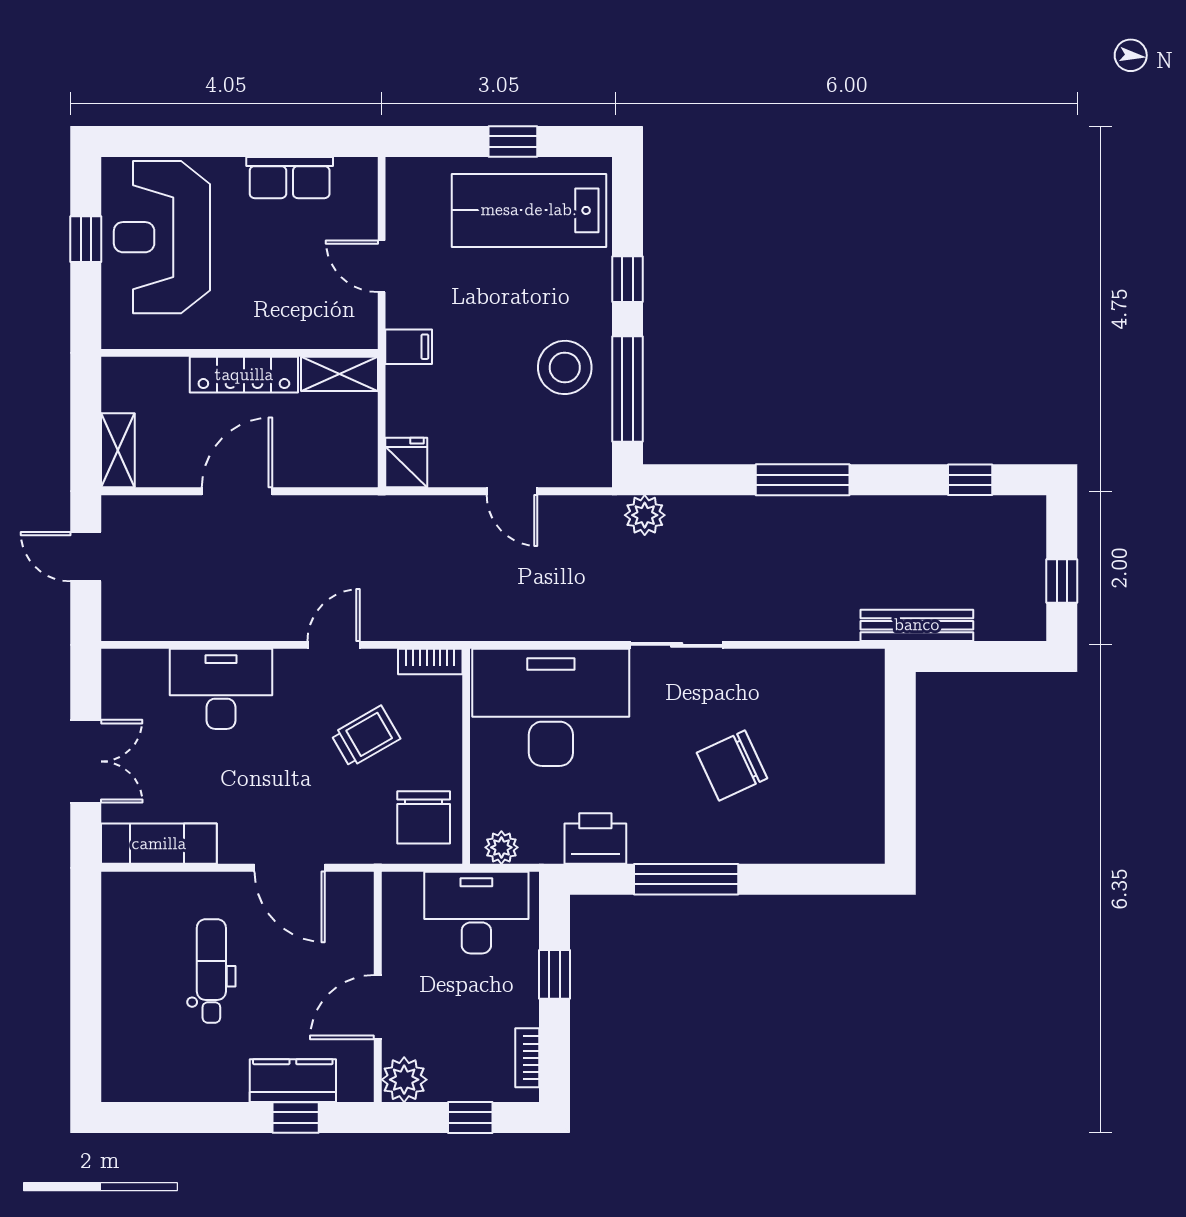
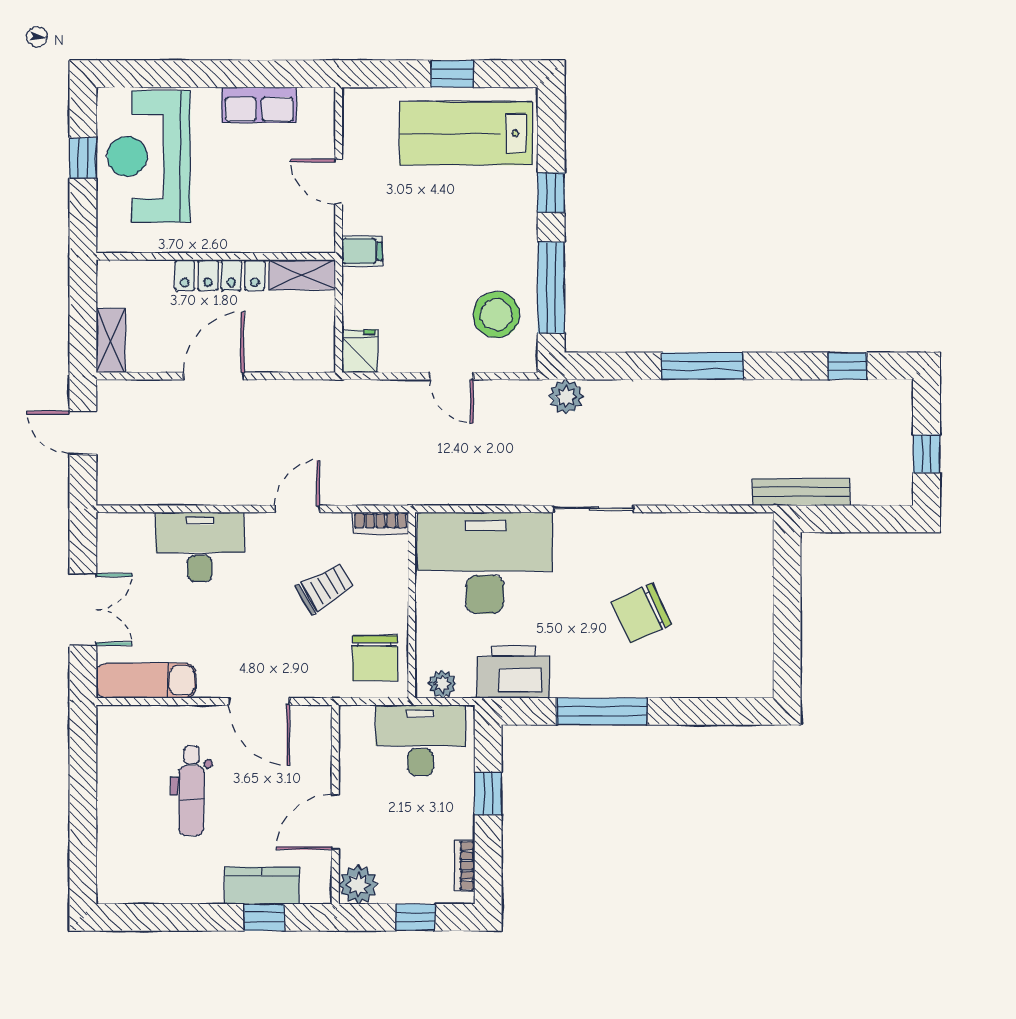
stool: (565, 367) -> (496, 315), moved
printer: (595, 839) -> (513, 672), width x1.37, depth x1.19
dental chair: (211, 971) -> (191, 791), turned 180

